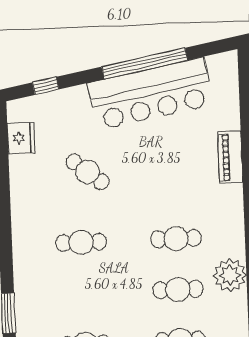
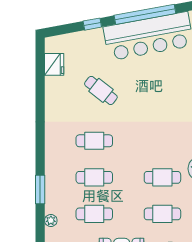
window: (46, 86) -> (92, 24), moved
cafe table: (176, 239) -> (94, 177), moved

